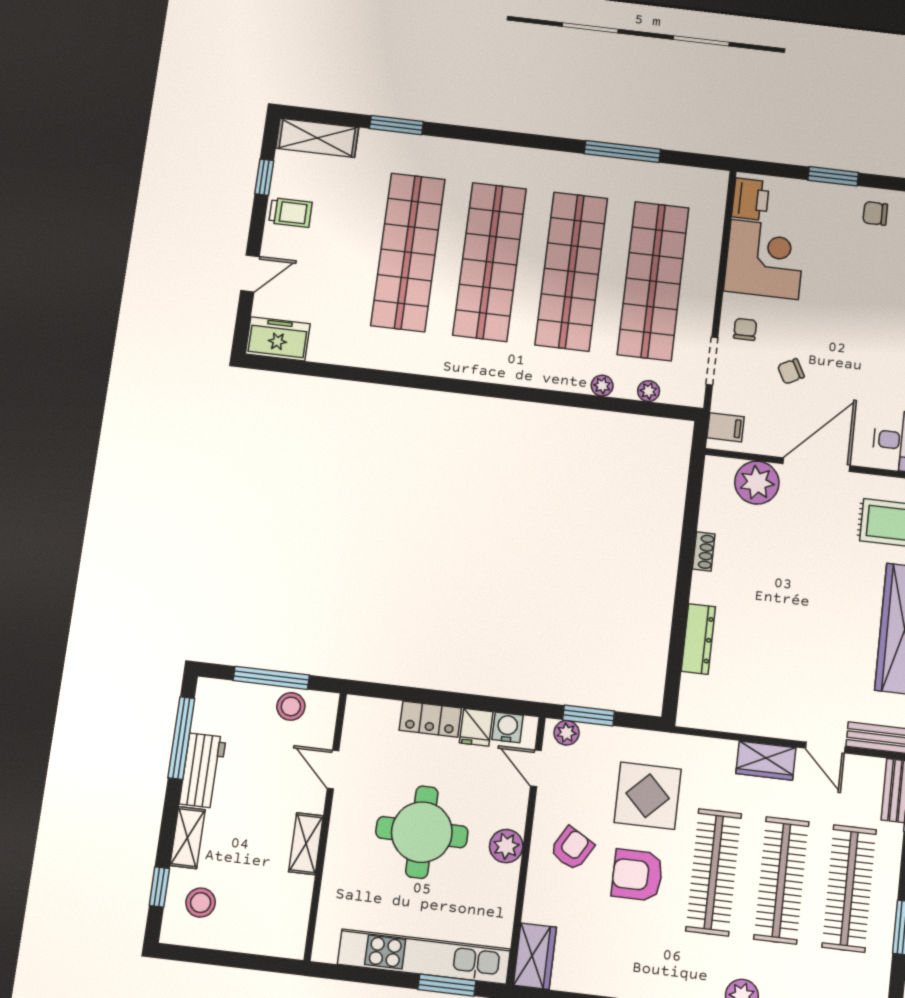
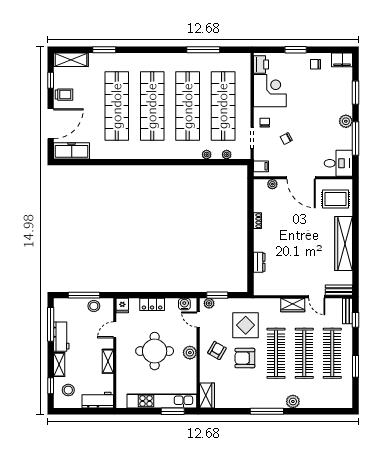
door: (250, 274) -> (51, 124), width x1.88
freezer: (278, 339) -> (72, 151), width x1.40
door: (816, 465) -> (301, 178), swing flipped
plant: (757, 483) -> (272, 184), width x0.53, depth x0.53
dresser: (698, 639) -> (259, 262), width x0.70
fridge: (476, 727) -> (122, 306), moved
door: (333, 770) -> (115, 330), hinge flipped
workbench: (268, 936) -> (98, 400), added

